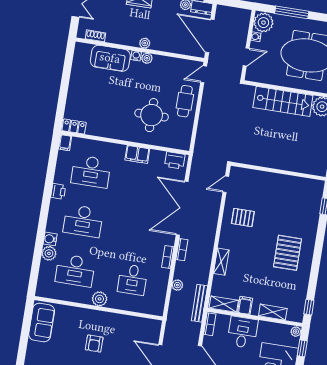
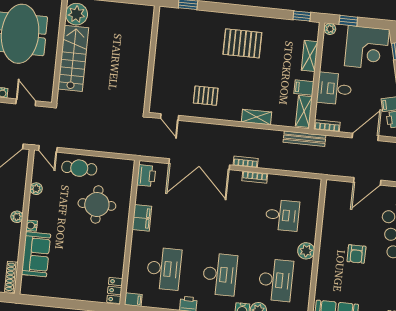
shoe rack: (96, 36) -> (11, 277), width x1.43
plant: (147, 58) -> (36, 189), moved
pallet: (243, 218) -> (206, 96), turned 90
plant: (177, 285) -> (286, 165), removed
armchair: (94, 344) -> (356, 254), turned 90

